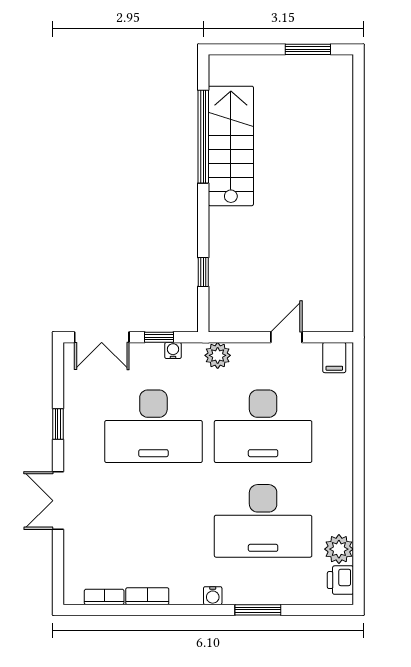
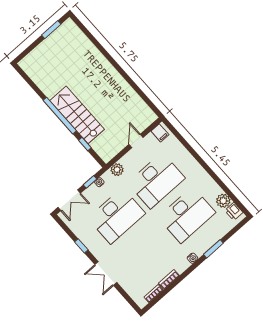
window: (203, 137) -> (60, 116), moved
stairs: (231, 146) -> (77, 115), moved

